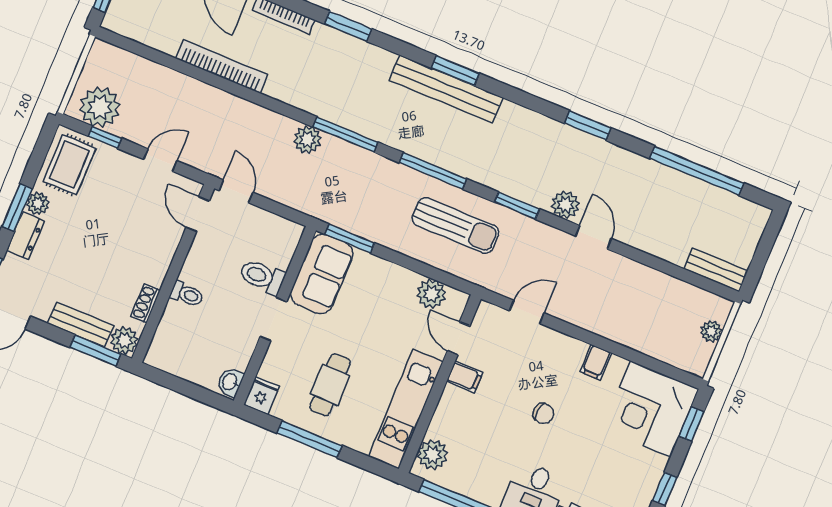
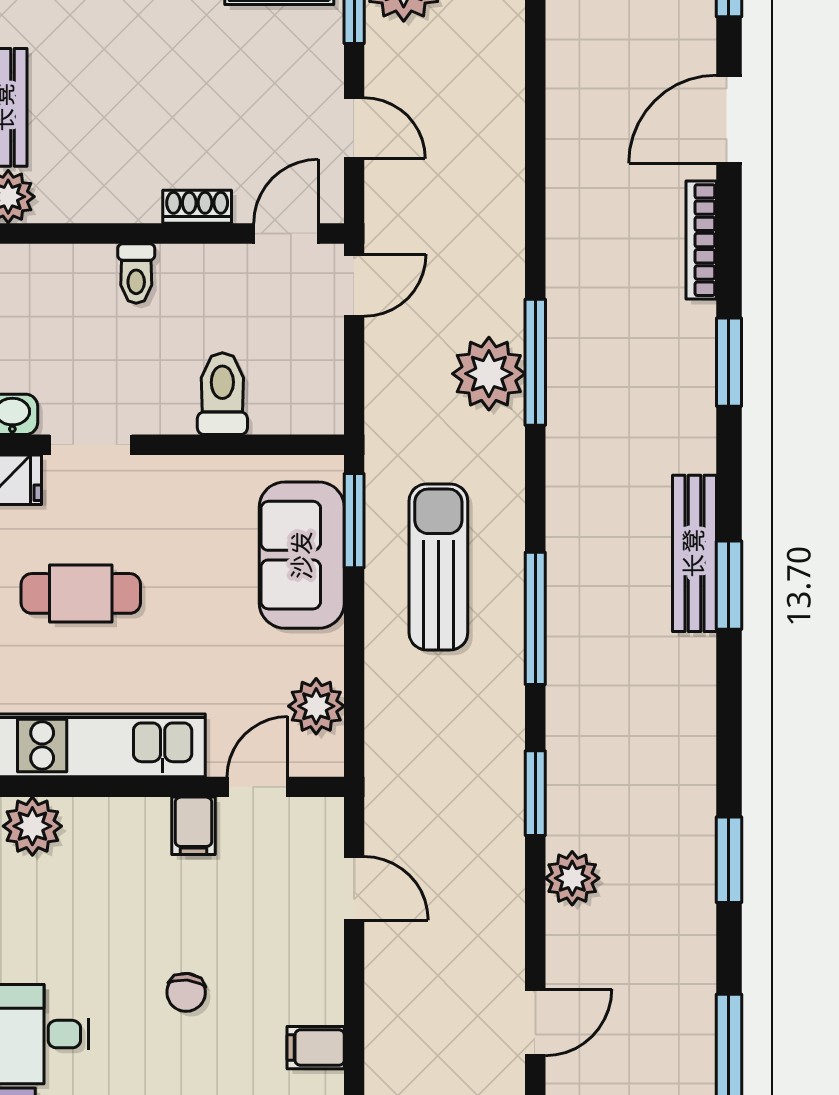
bookcase: (222, 66) -> (565, 168), removed
bench: (446, 89) -> (694, 553), width x0.73, depth x0.82
window: (346, 135) -> (535, 362), moved
plant: (308, 140) -> (489, 374), width x1.36, depth x1.36
sun lounger: (456, 225) -> (438, 567), moved, turned 180
door: (594, 237) -> (535, 1022), moved
sofa: (322, 274) -> (302, 555), moved, turned 90
shoe rack: (146, 303) -> (197, 207), moved
doorway: (273, 319) -> (91, 445), moved

